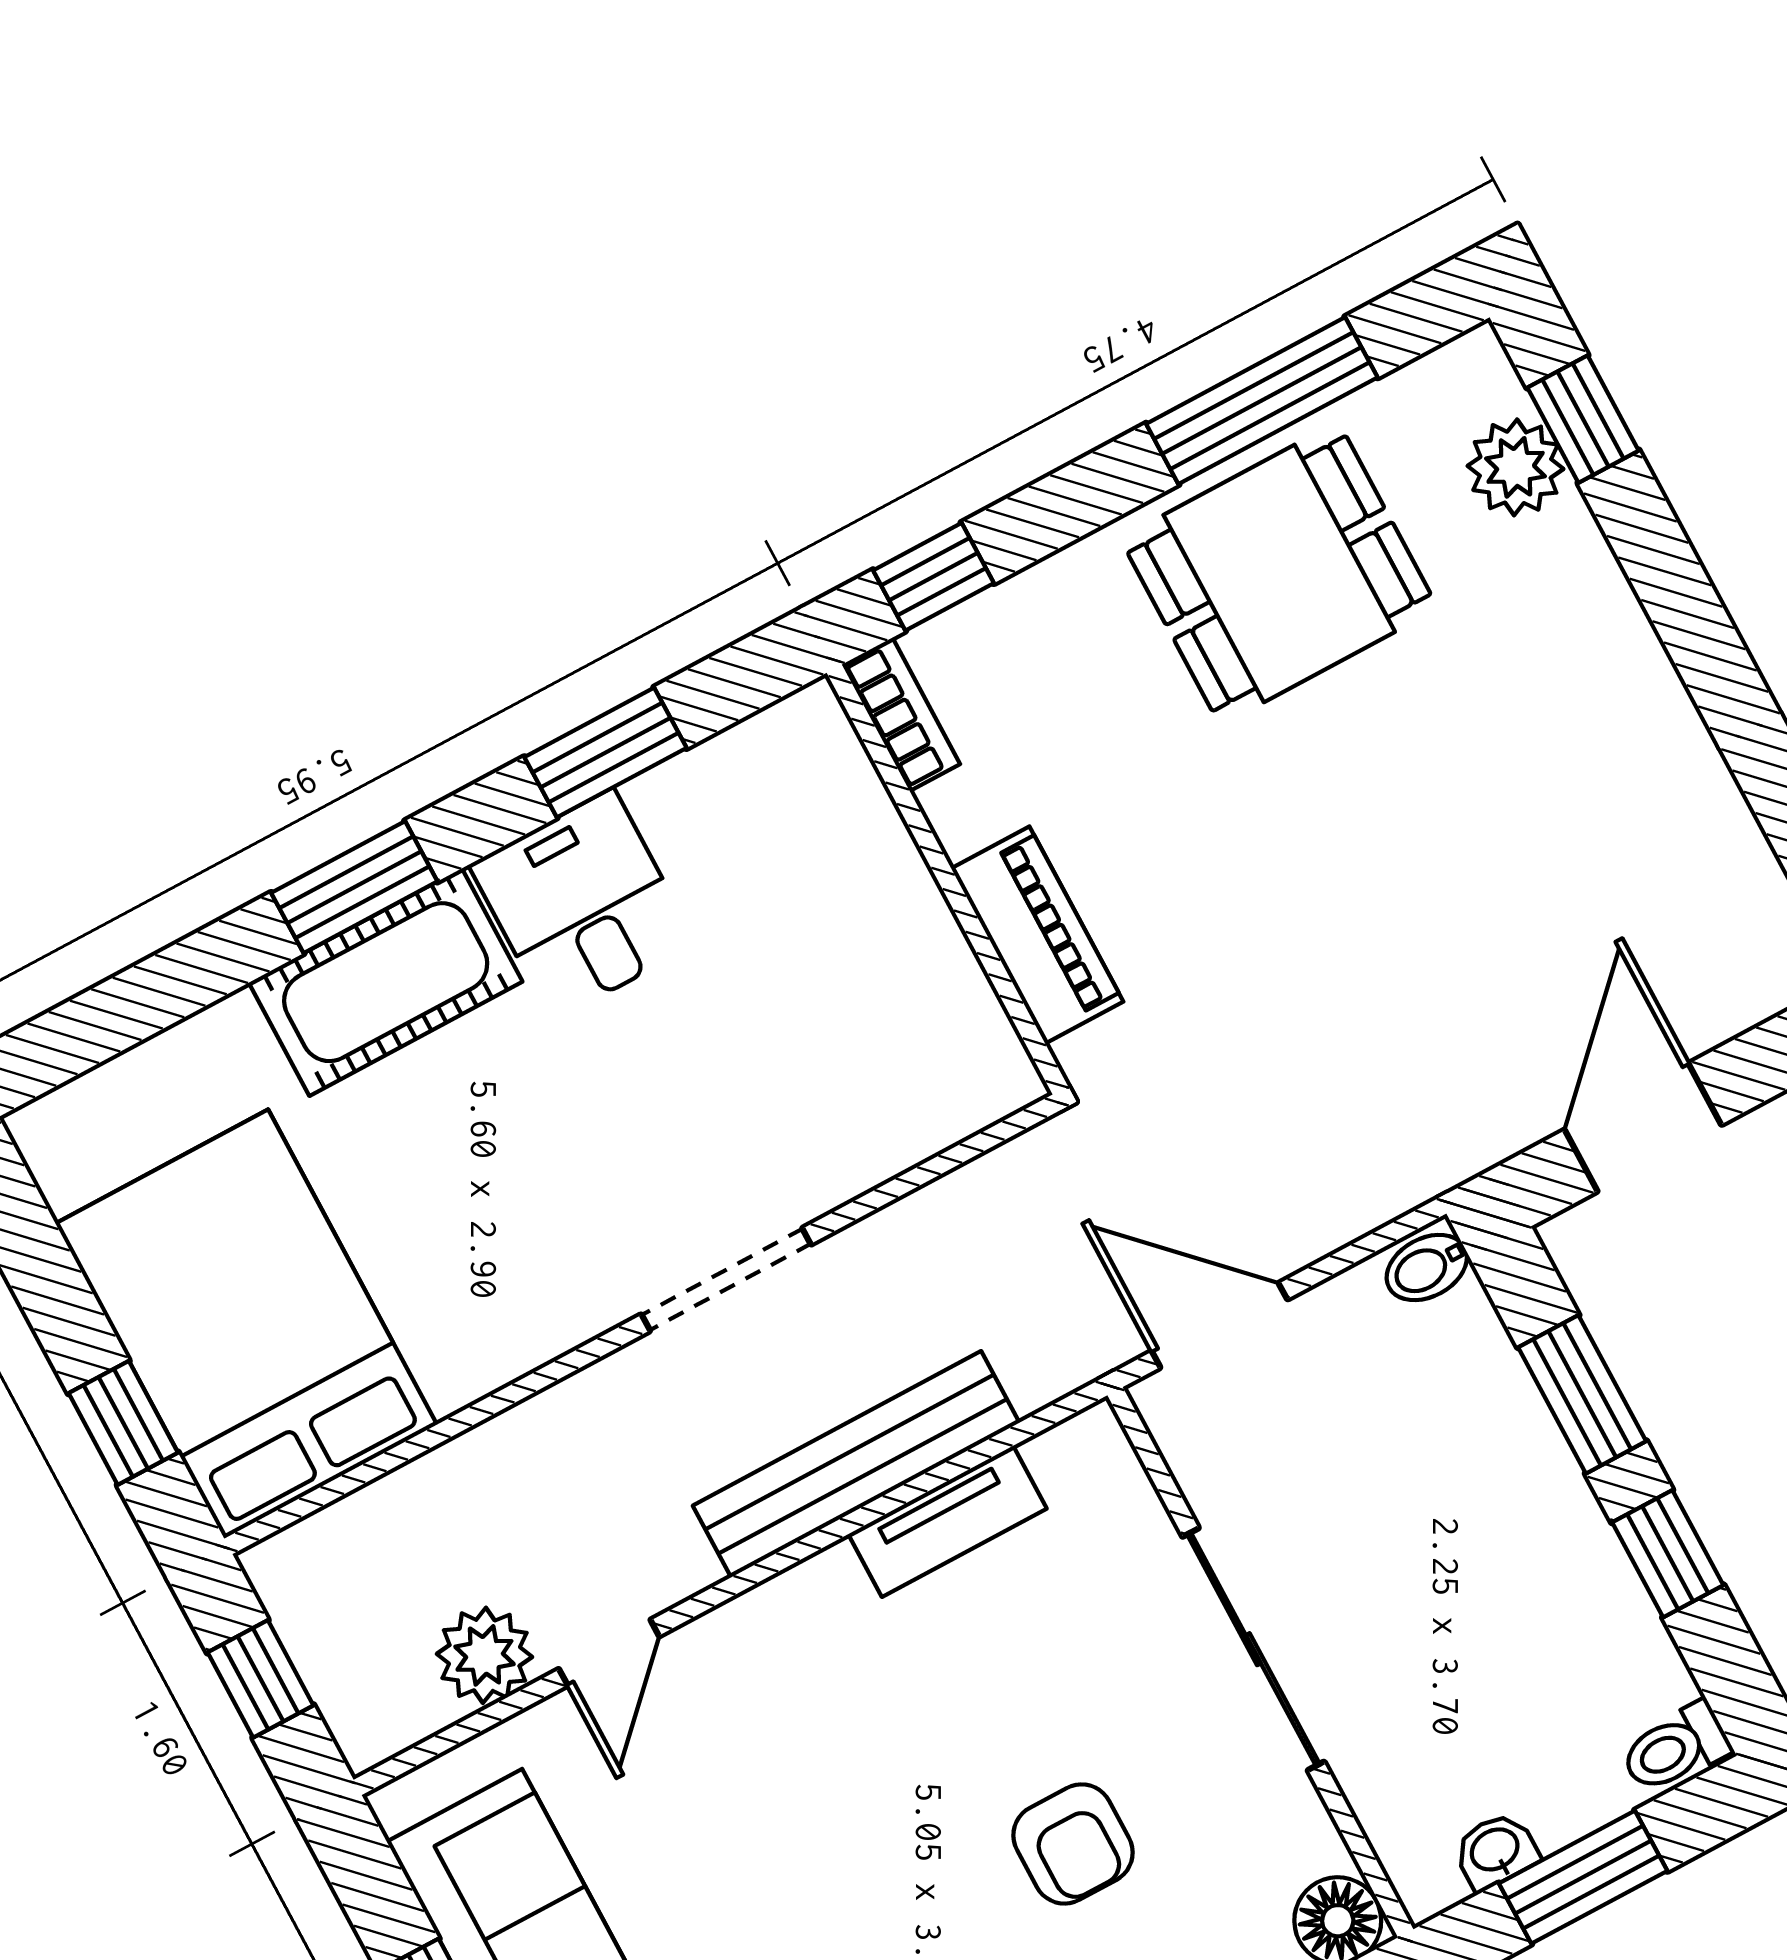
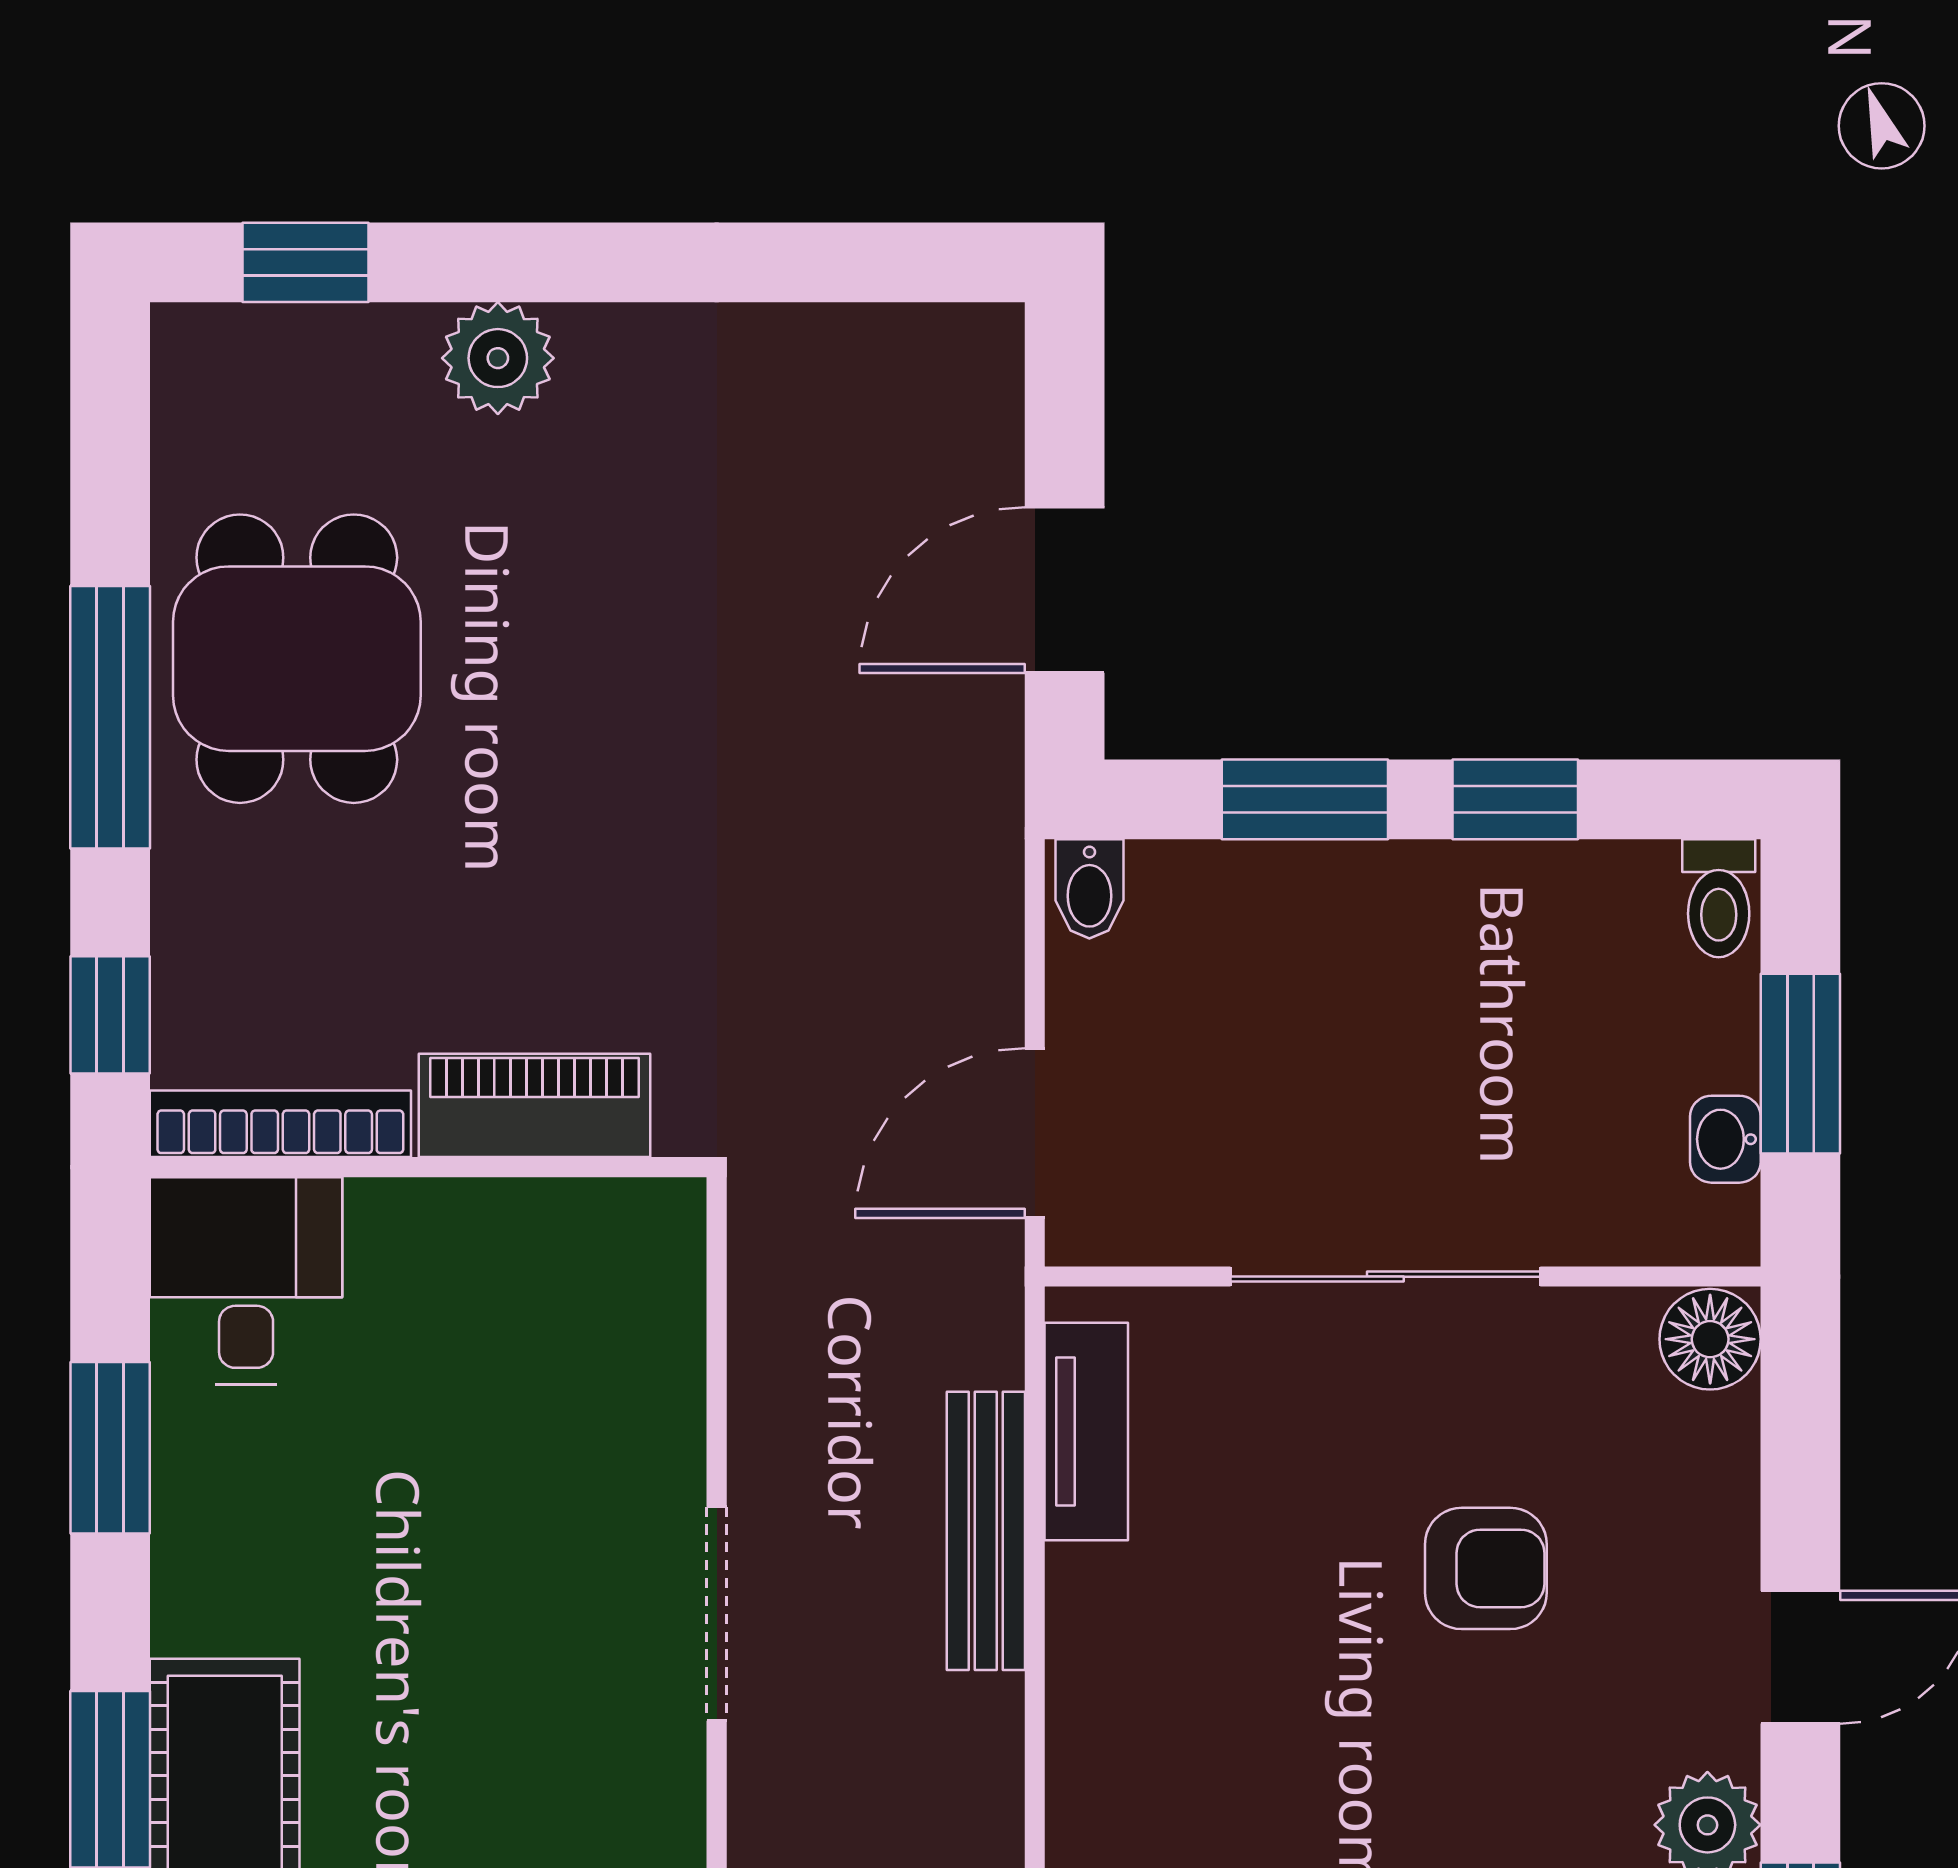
window: (1262, 401) -> (110, 717), moved
plant: (1516, 467) -> (498, 358), moved
bookcase: (901, 714) -> (280, 1124), width x1.56
desk: (583, 905) -> (246, 1281), moved, turned 90
door: (1643, 1127) -> (1065, 590), hinge flipped
bench: (856, 1464) -> (986, 1531), width x0.73, depth x0.82
tv unit: (947, 1521) -> (1086, 1432), moved

